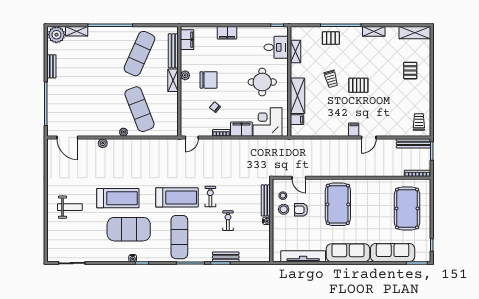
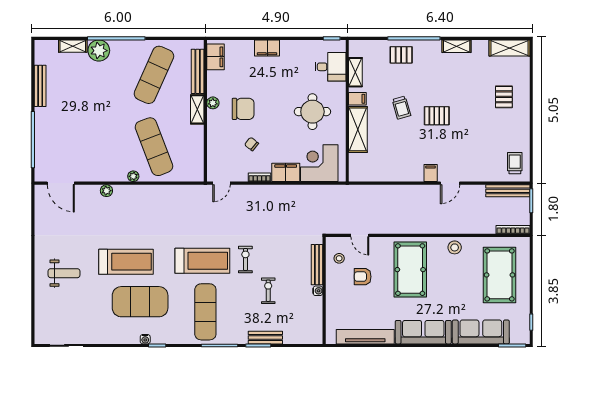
plant: (56, 35) -> (99, 51), moved
bench: (51, 66) -> (40, 86), width x1.36
filing cabinet: (297, 120) -> (357, 99), moved
stool: (284, 209) -> (455, 247), moved

